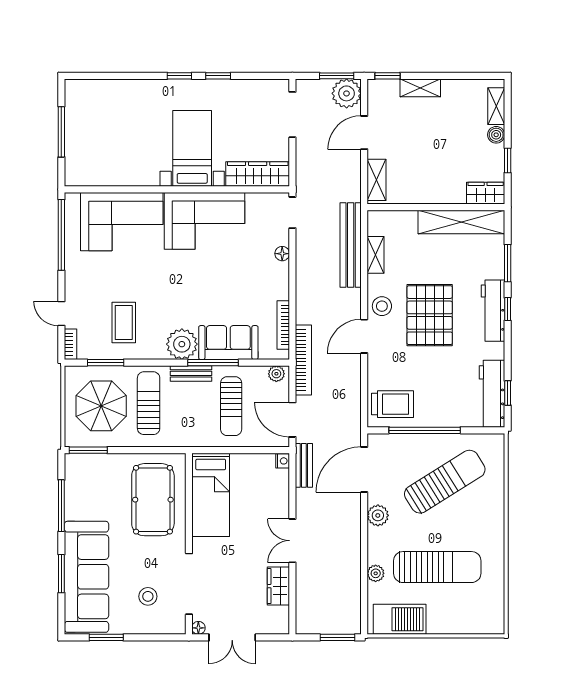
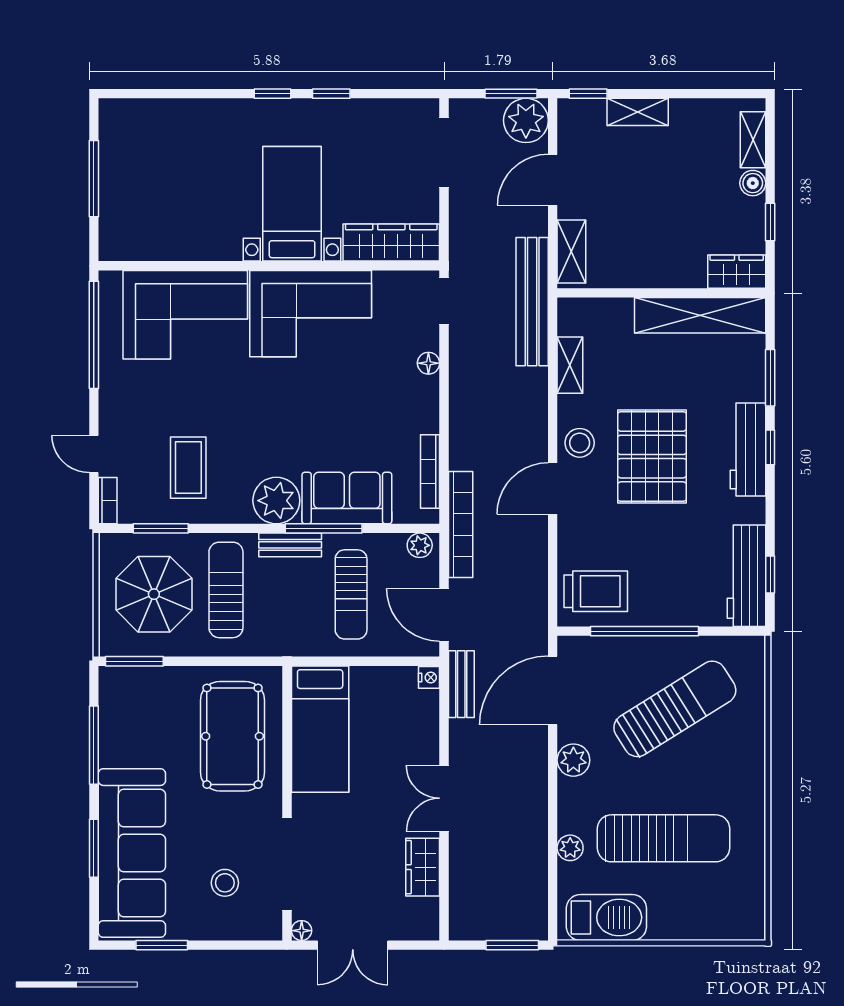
bench: (351, 245) -> (532, 302), moved

